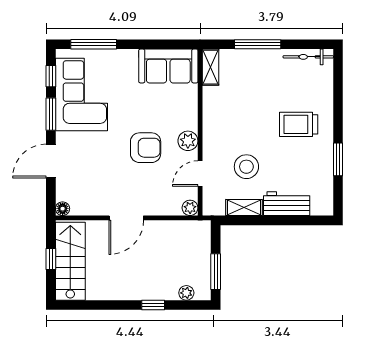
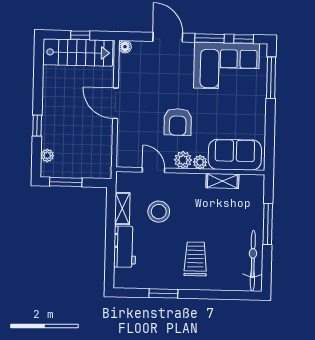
bicycle: (308, 57) -> (253, 261), width x1.37, depth x1.40
sofa: (168, 66) -> (235, 155), moved, turned 90
shelving: (210, 67) -> (222, 181), moved
plant: (190, 208) -> (200, 162), moved

